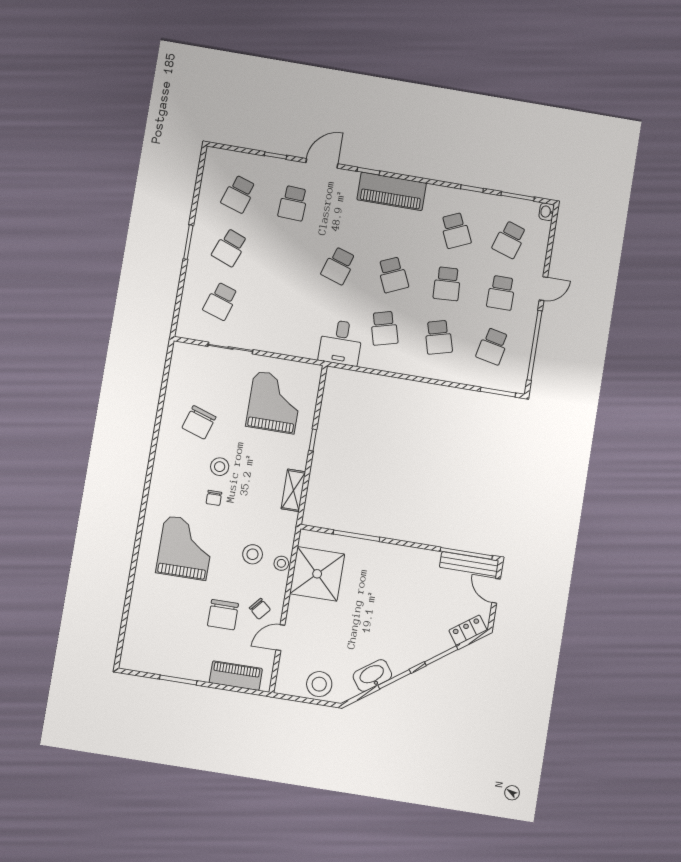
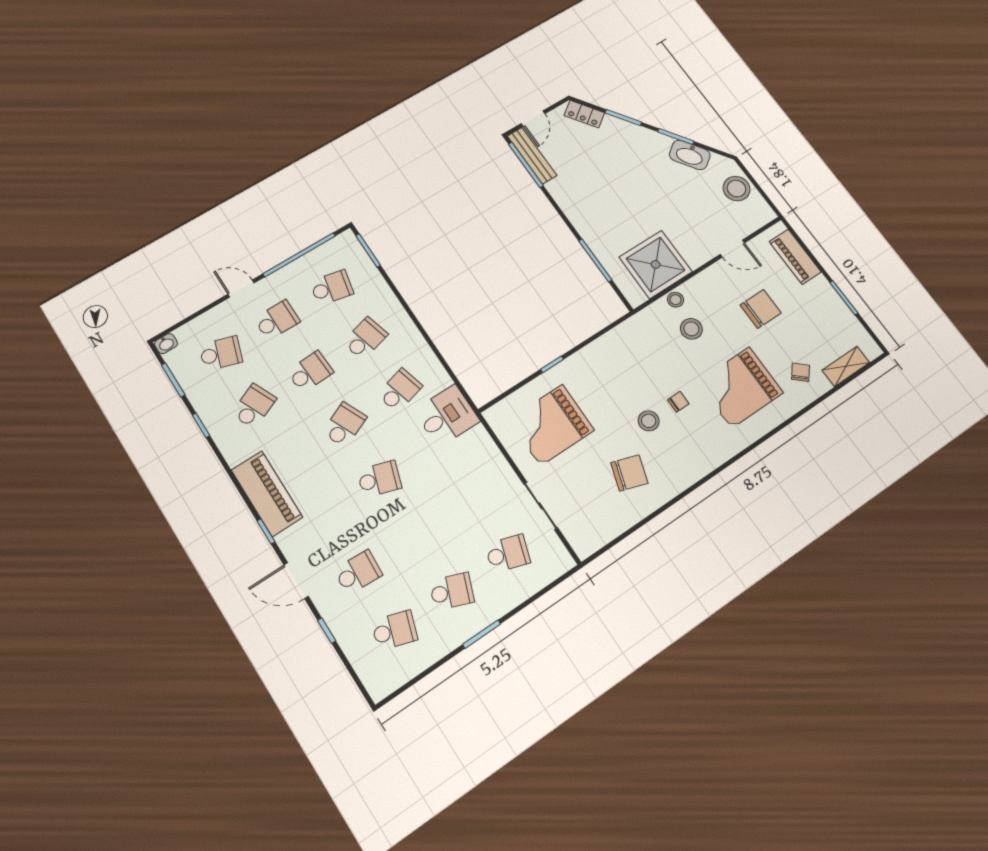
shelving: (293, 490) -> (846, 366), moved
chair: (260, 609) -> (801, 372), moved

